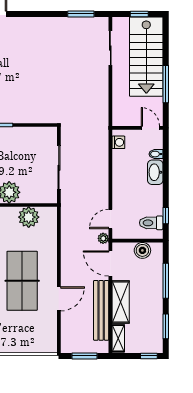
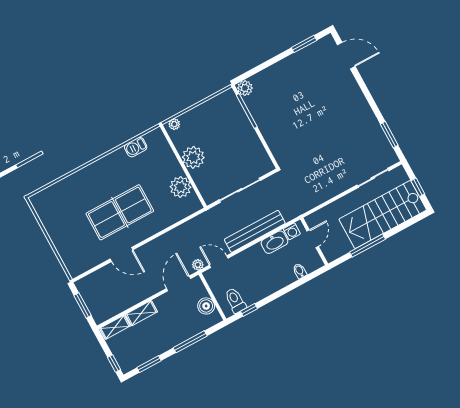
door: (150, 128) -> (313, 239), moved
washbasin: (155, 172) -> (274, 242), moved, turned 180
shelving: (121, 302) -> (141, 313), width x0.67, depth x0.75
bench: (101, 310) -> (255, 231), moved

